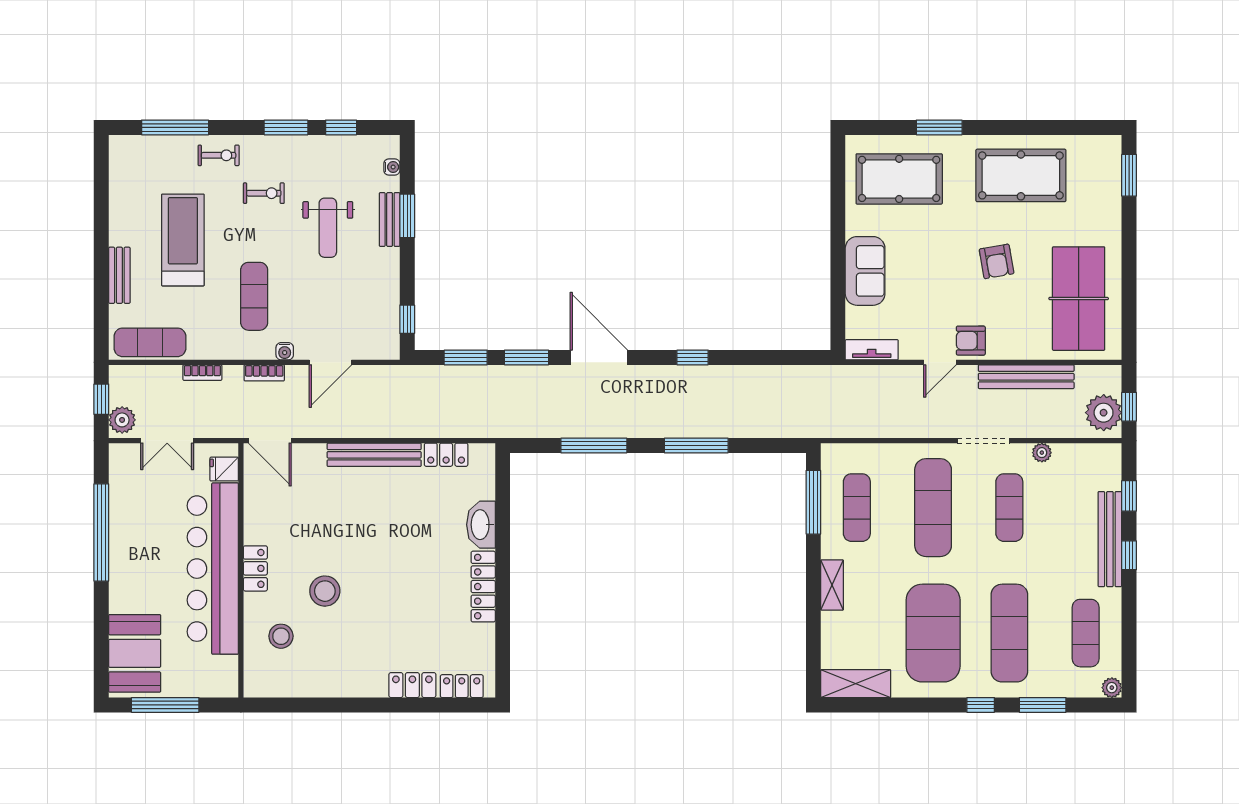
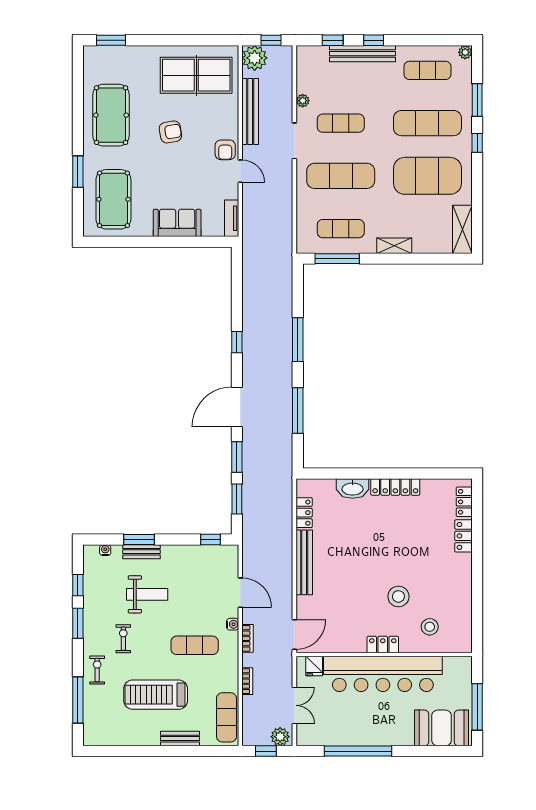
plant: (1104, 413) -> (255, 58), moved

